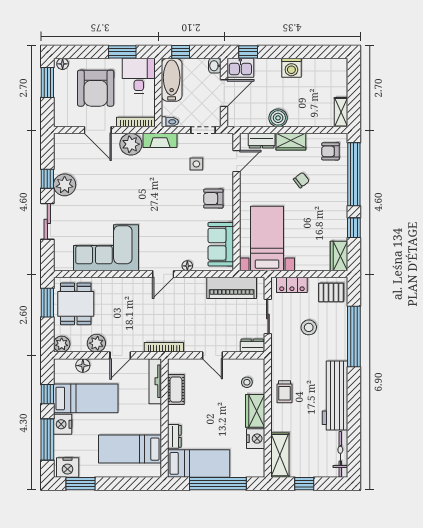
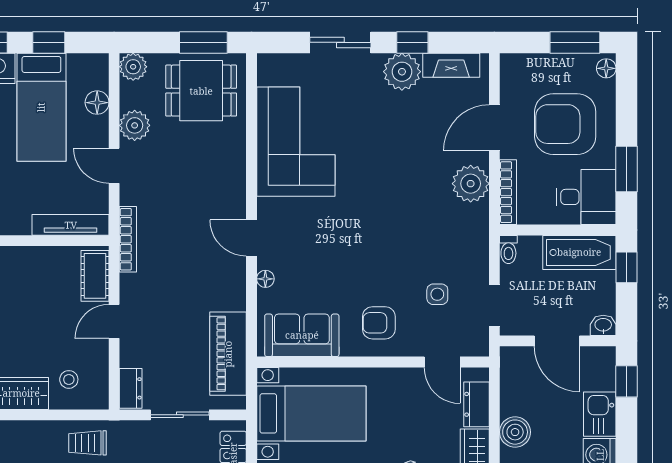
kitchen sink: (240, 68) -> (600, 414), moved
fireplace: (160, 140) -> (451, 65), moved, turned -90
armchair: (213, 199) -> (379, 323), turned -90
cot: (176, 390) -> (95, 276), moved, turned 90
trolley: (285, 392) -> (87, 443), moved

